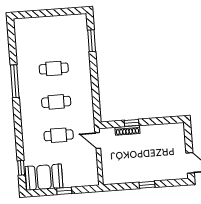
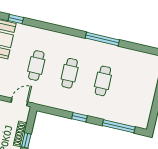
window: (92, 41) -> (119, 126), width x1.44
window: (94, 80) -> (79, 117), added

